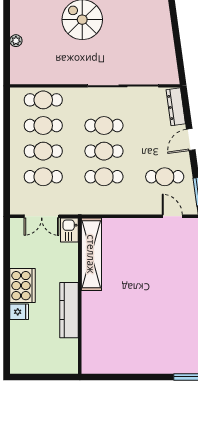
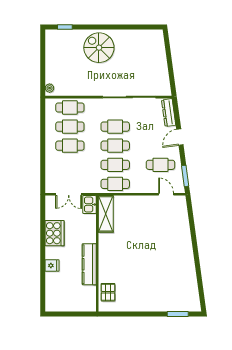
plant: (16, 41) -> (50, 88), moved
cafe table: (43, 177) -> (115, 184), moved
shelving: (91, 254) -> (106, 214), width x0.68
cooker: (22, 286) -> (54, 233), moved
pallet: (94, 348) -> (108, 292), added

